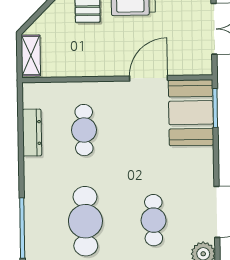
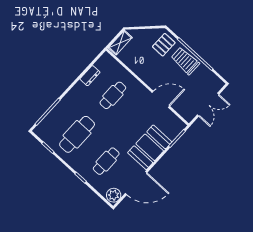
booth: (191, 113) -> (150, 147), moved
dresser: (32, 133) -> (90, 76), width x0.70

